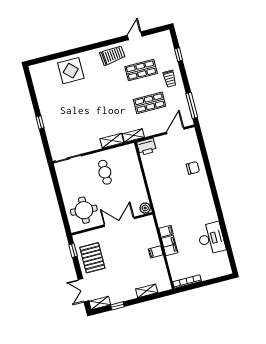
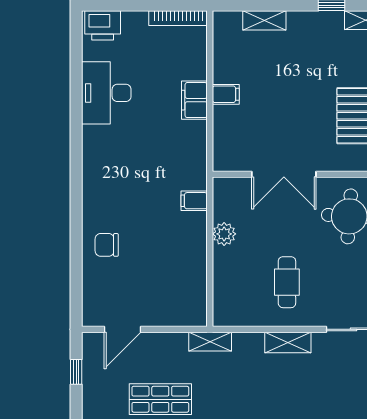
window: (192, 105) -> (76, 372), width x0.46
shelving: (112, 141) -> (288, 342), moved
printer: (146, 147) -> (103, 25), moved, turned 180
plant: (145, 208) -> (224, 234), moved
filing cabinet: (166, 231) -> (194, 201), moved

